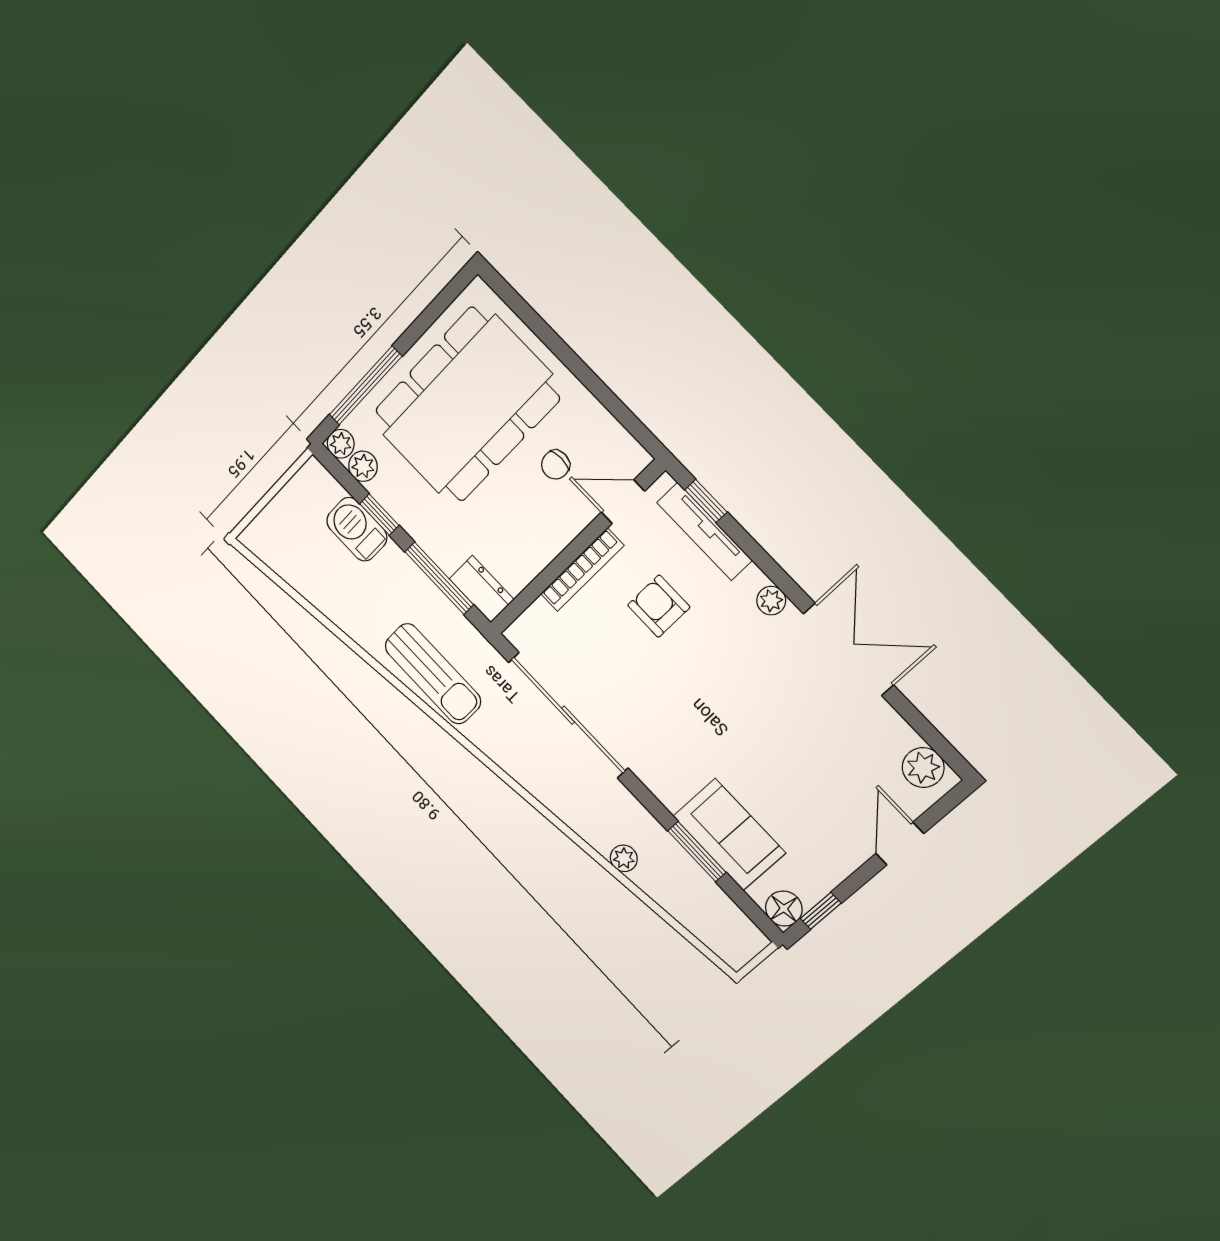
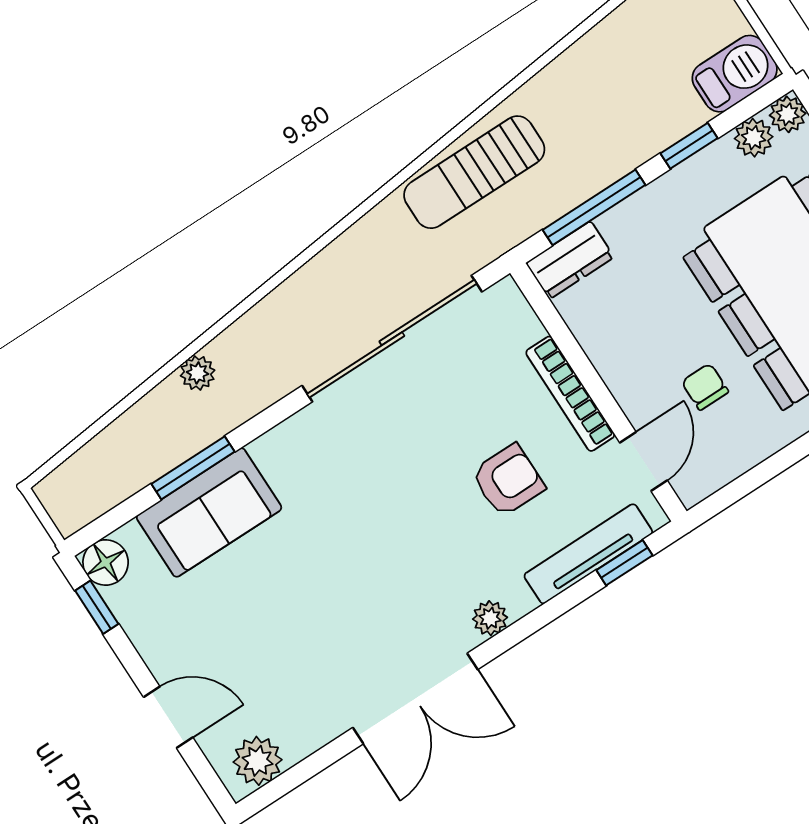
barbecue: (357, 529) -> (735, 74), moved

